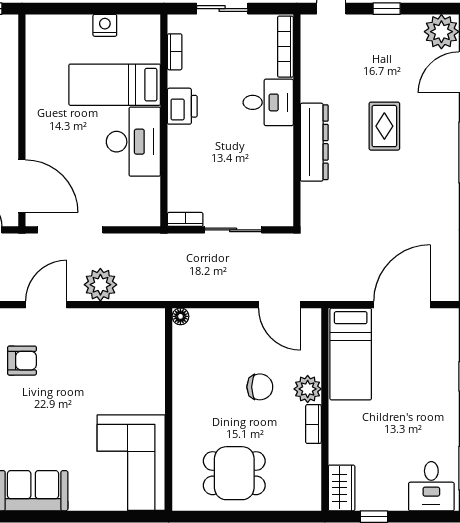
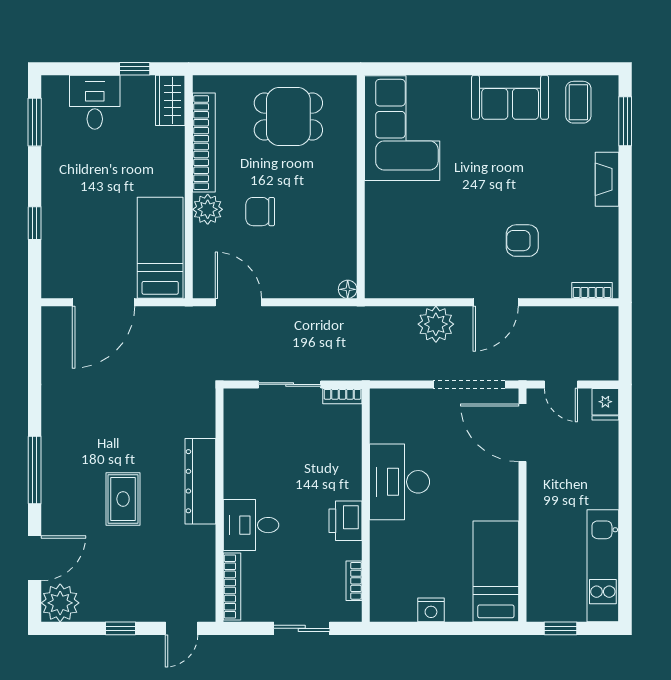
bed: (115, 85) -> (496, 571), moved, turned -90
bookcase: (313, 424) -> (204, 143), width x2.31, depth x1.31
desk: (431, 486) -> (95, 102), moved

